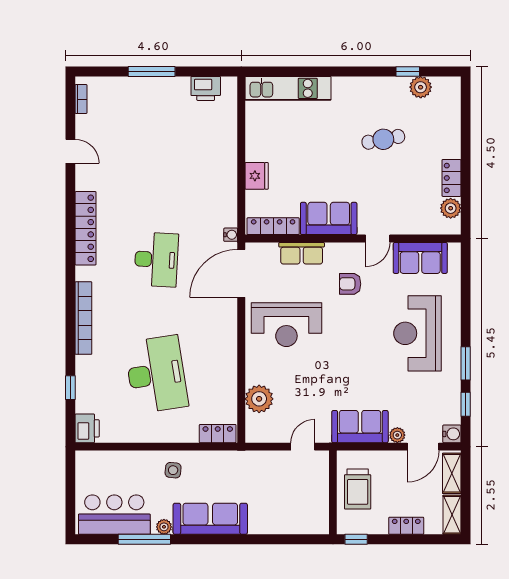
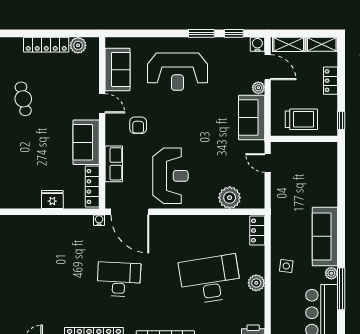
locker: (451, 178) -> (46, 45), width x1.53
plant: (152, 432) -> (256, 283), added

